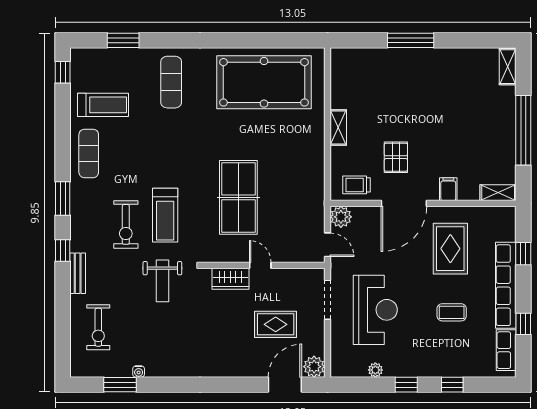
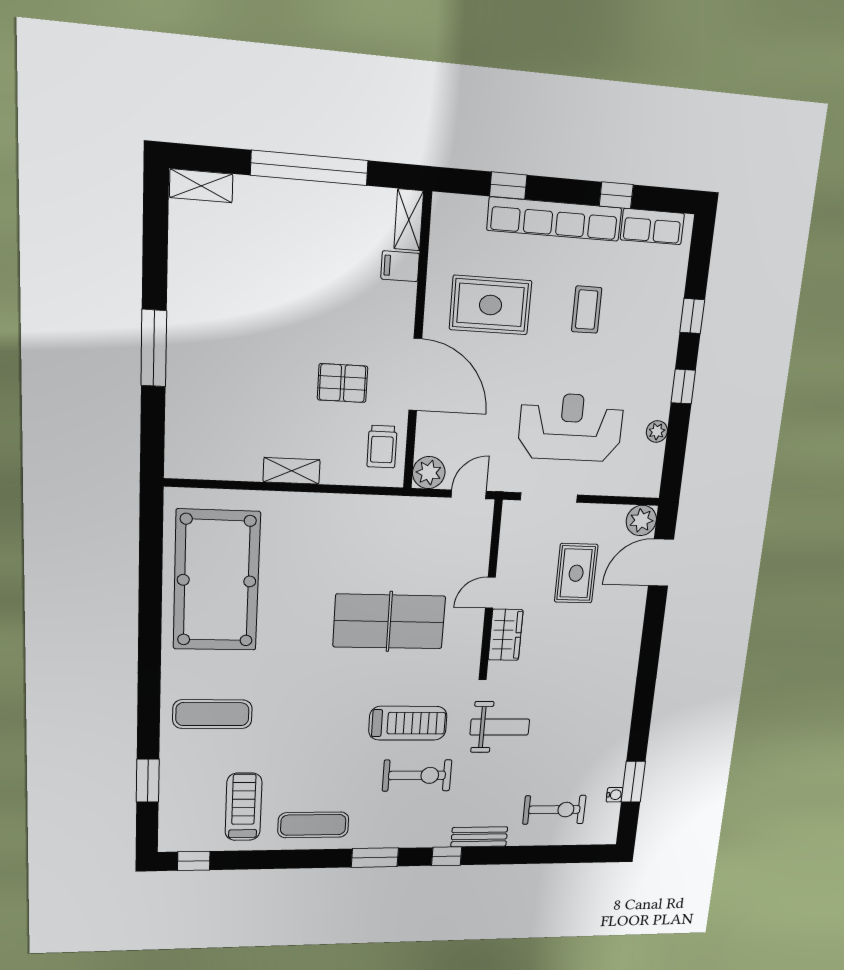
filing cabinet: (448, 189) -> (400, 266), moved
water cooler: (139, 371) -> (615, 795), moved
door: (285, 385) -> (661, 563), hinge flipped

